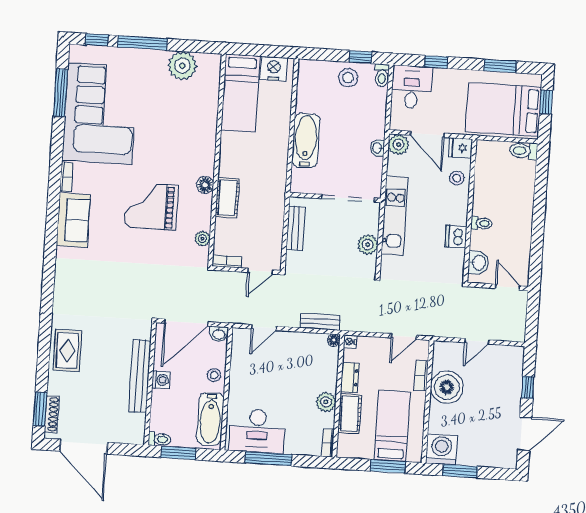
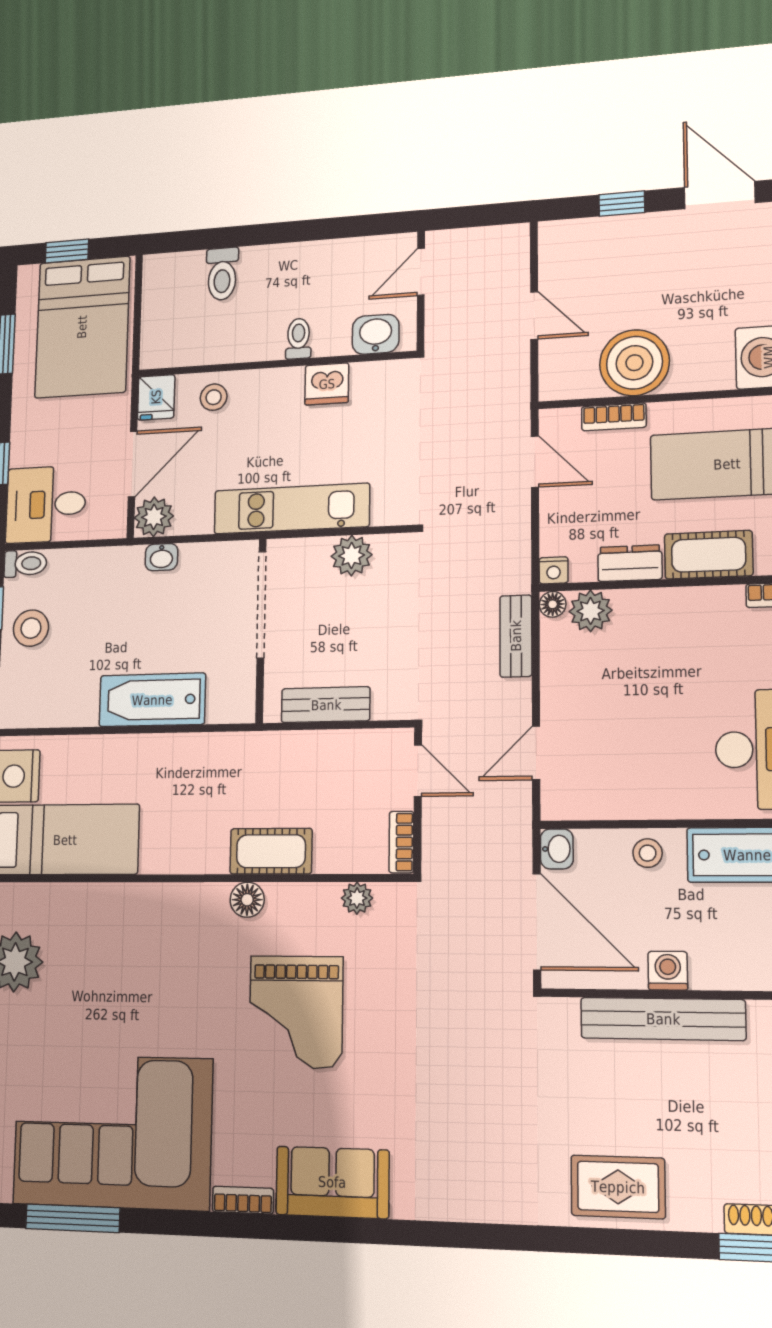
toilet: (524, 151) -> (222, 274), moved
door: (264, 328) -> (536, 753), swing flipped
plant: (326, 402) -> (591, 611), moved

